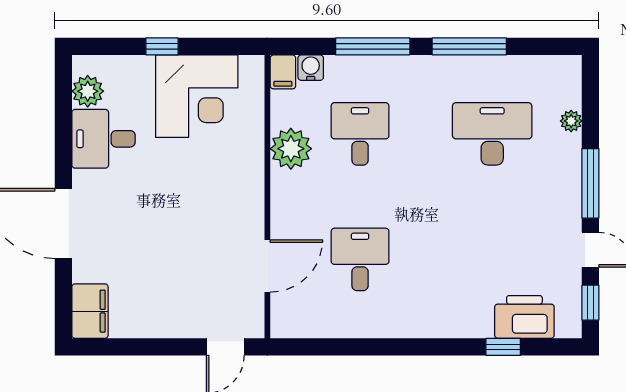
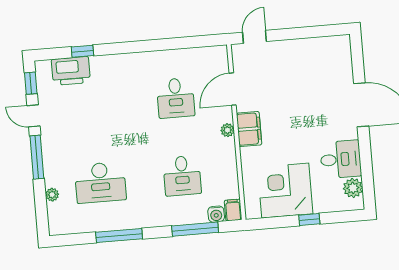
window: (373, 46) -> (195, 229), moved
plant: (291, 149) -> (227, 130), moved, width x0.53, depth x0.53
filing cabinet: (90, 311) -> (249, 129), moved, turned 180

